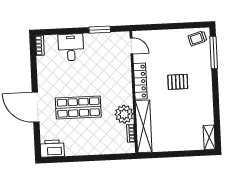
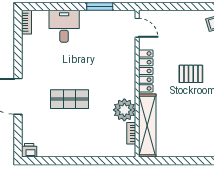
shop shelf: (78, 107) -> (69, 99), width x0.70, depth x0.74
printer: (52, 148) -> (29, 150), width x0.53, depth x0.68

